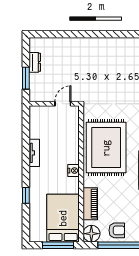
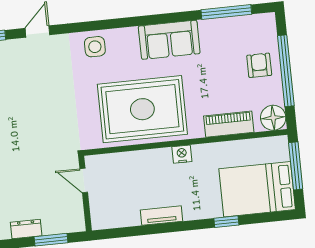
bed: (63, 218) -> (257, 189), moved
armchair: (117, 230) -> (259, 65), moved

